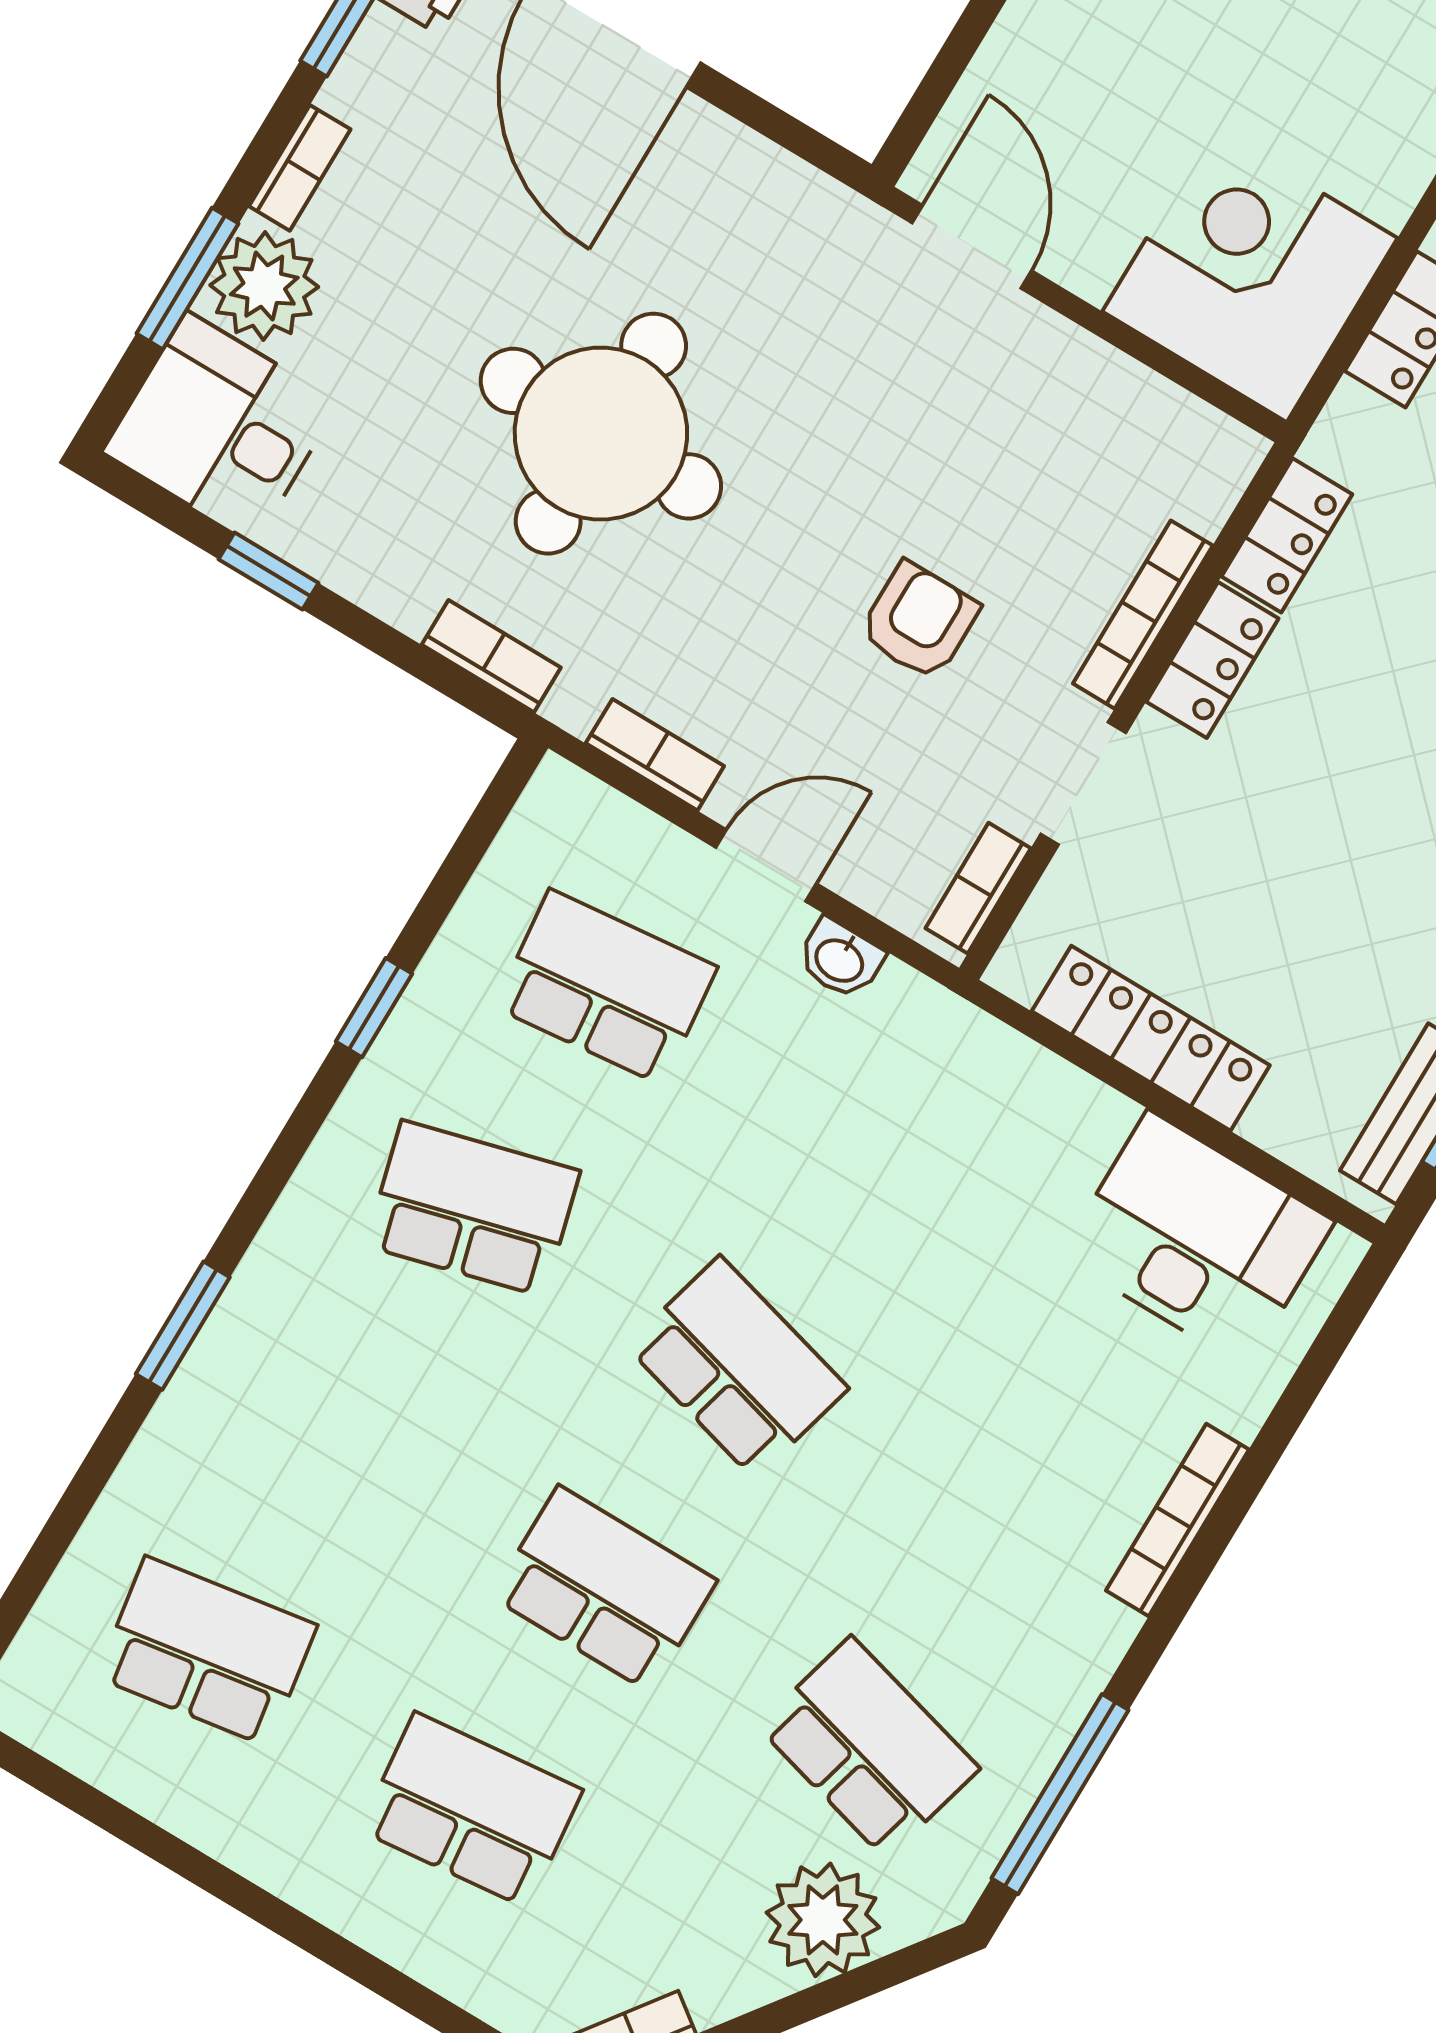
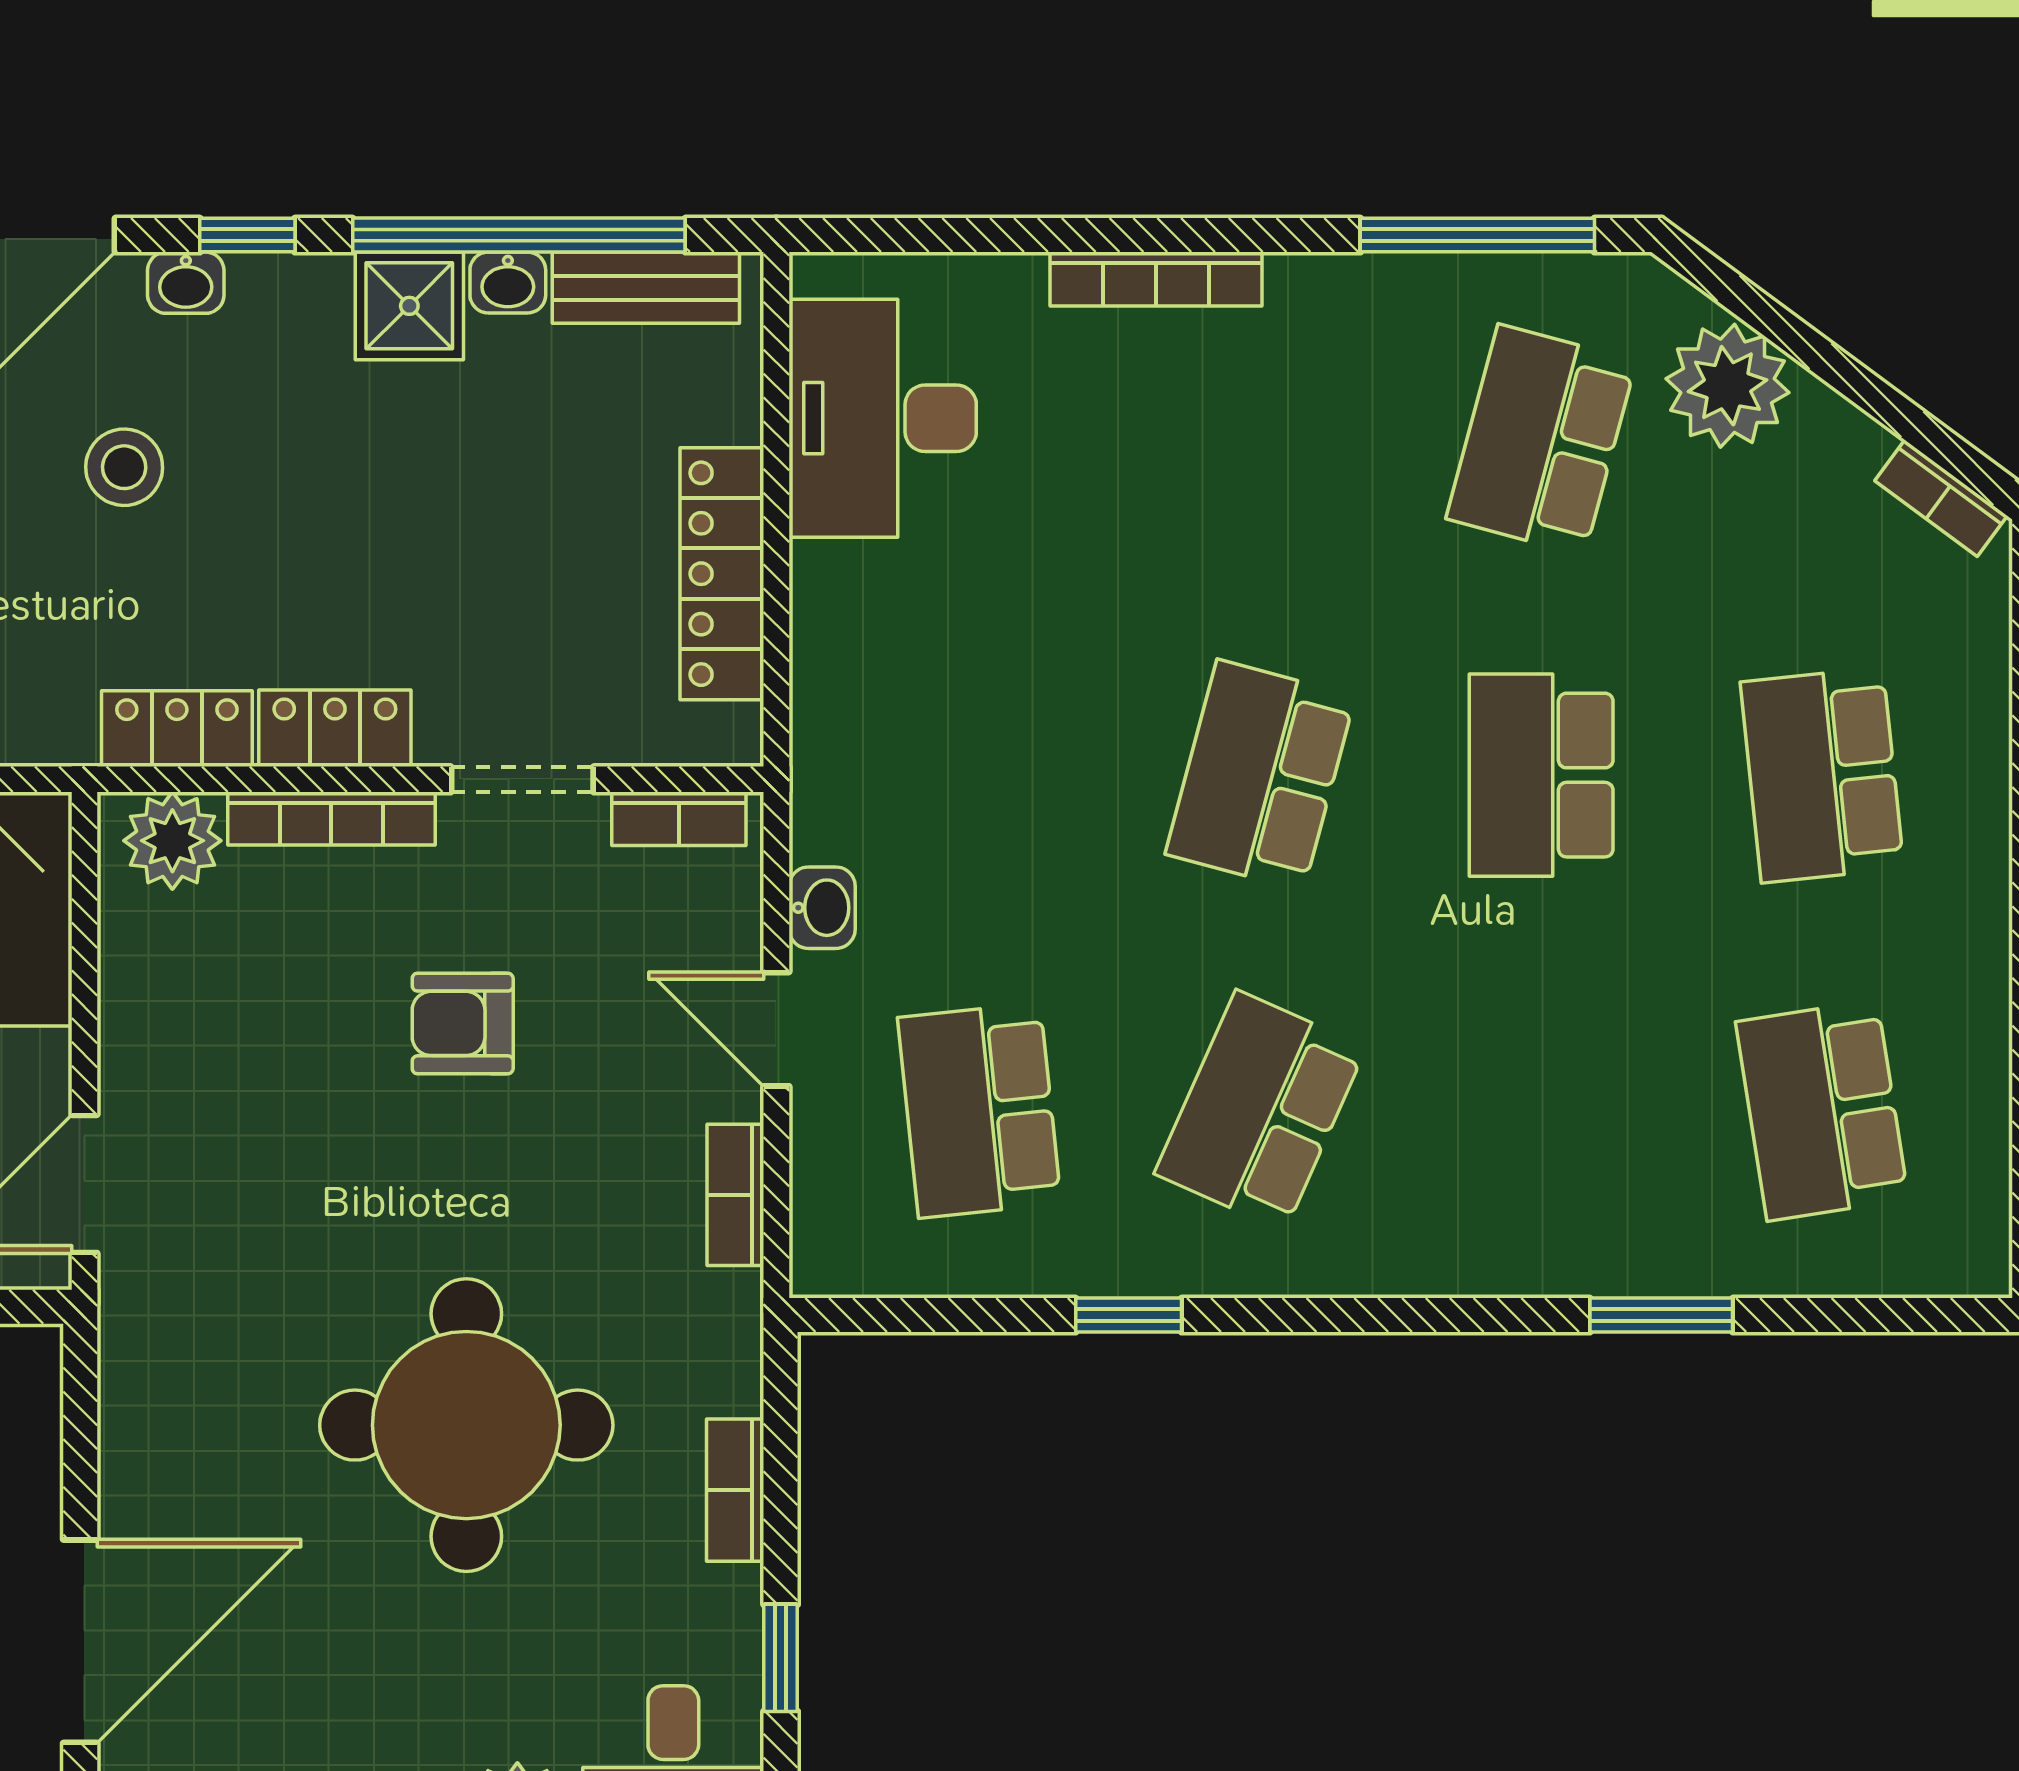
plant: (1201, 479) -> (172, 841), added
bookcase: (491, 656) -> (735, 1490), moved
school desk: (473, 1208) -> (1260, 1110), turned 39
window: (183, 1326) -> (1661, 1315), moved

